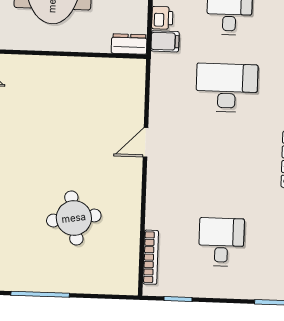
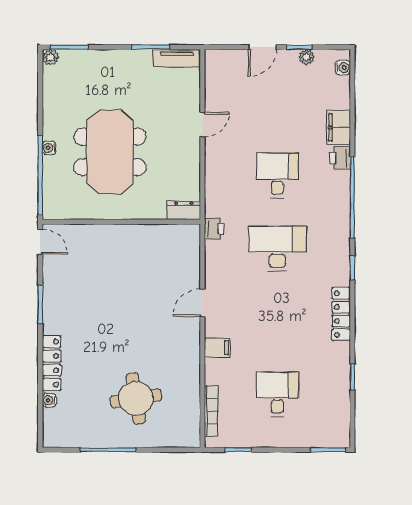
printer: (162, 18) -> (214, 229), moved
filing cabinet: (165, 41) -> (218, 348), moved
round table: (74, 218) -> (136, 398), moved

